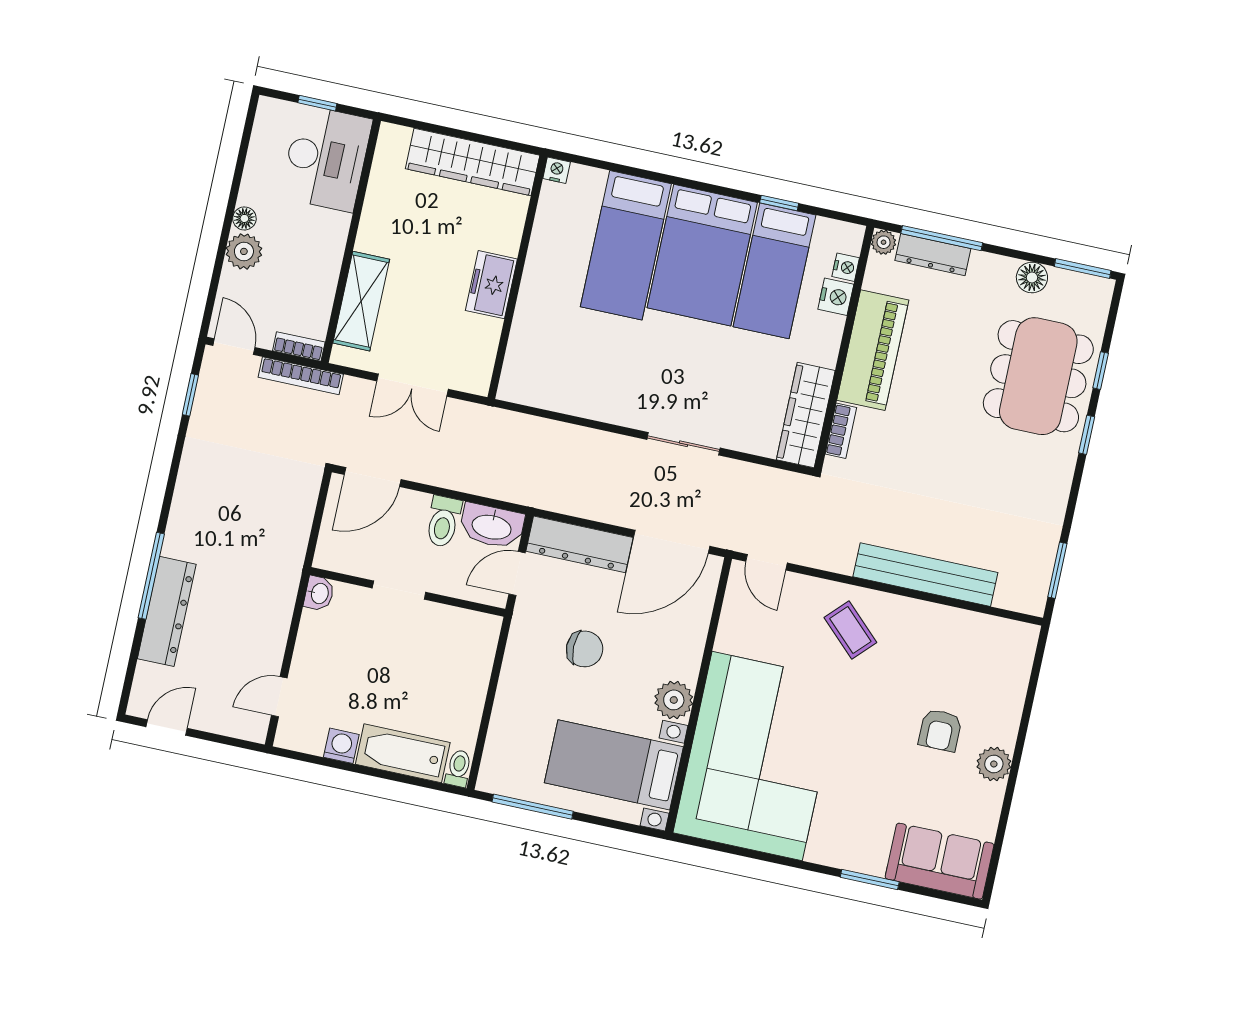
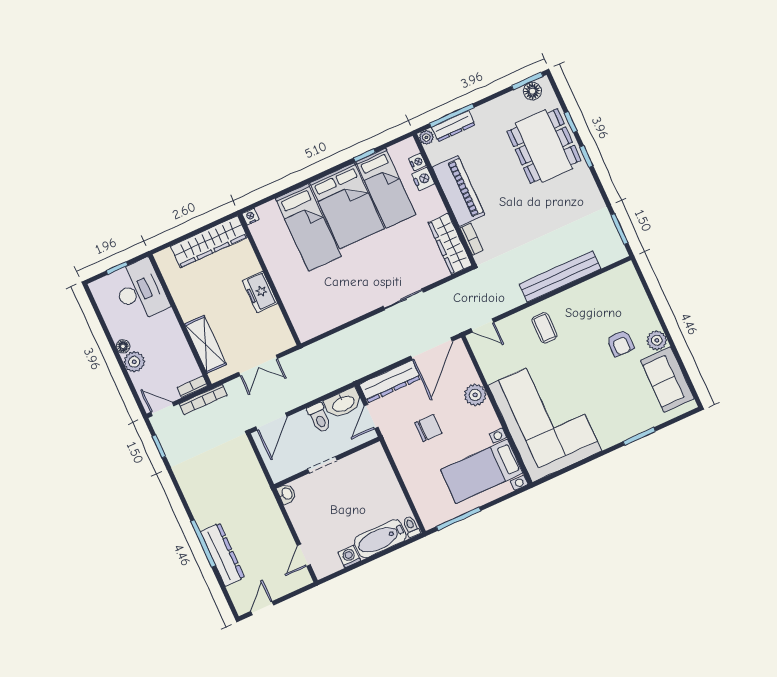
floor lamp: (1032, 278) -> (532, 91), moved
coffee table: (850, 630) -> (544, 328), turned 46
plant: (674, 700) -> (475, 395), moved
sofa: (940, 861) -> (667, 380), moved, turned -90

